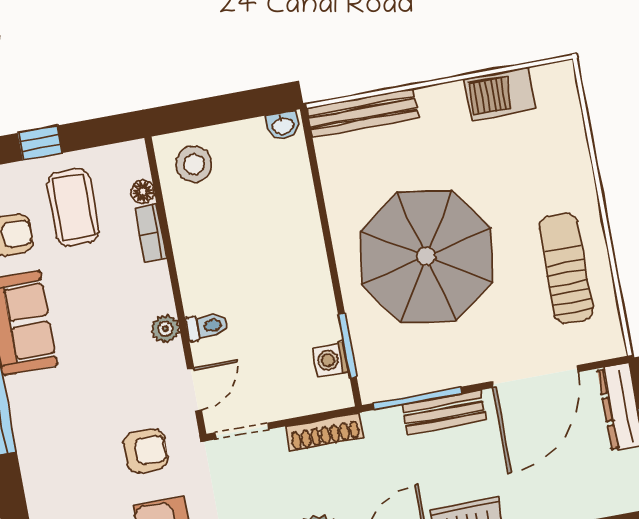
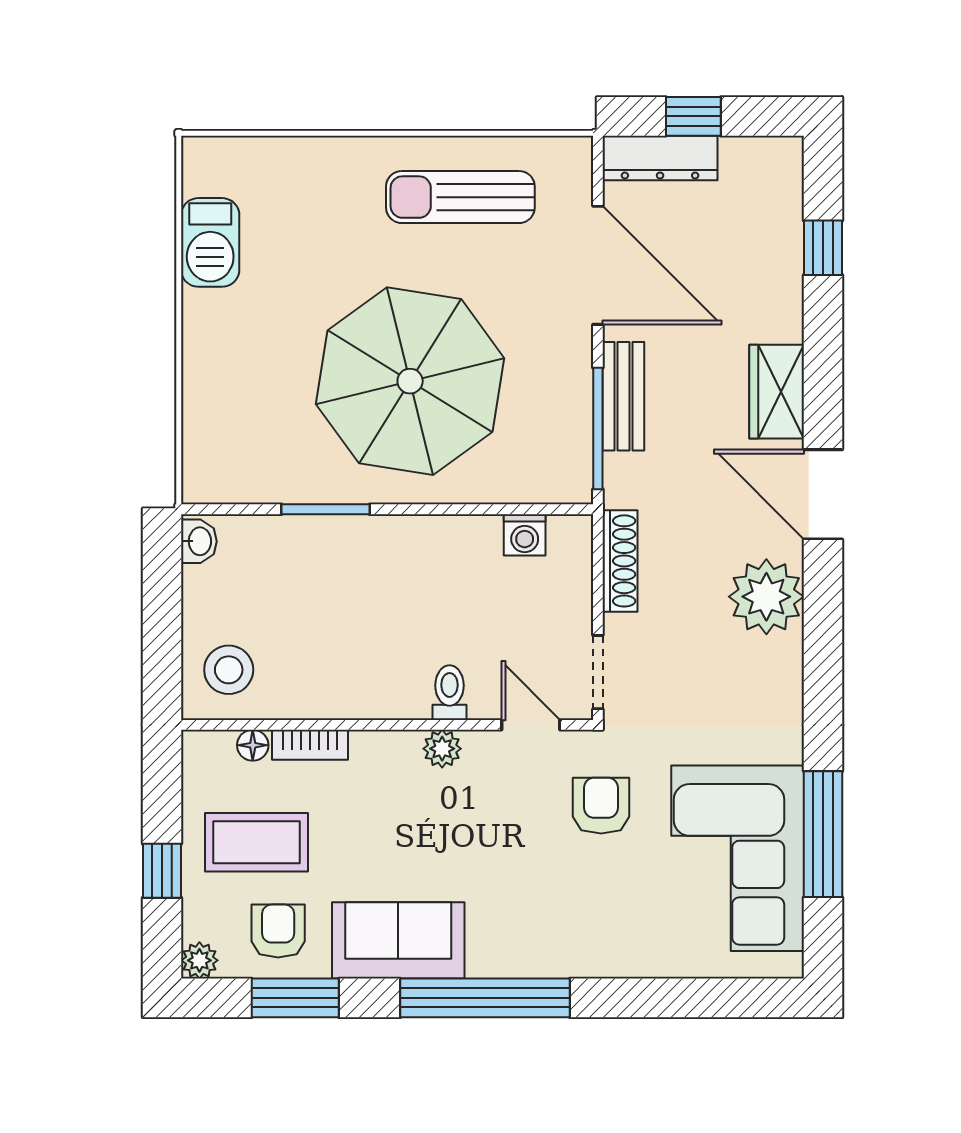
bench: (363, 113) -> (202, 431), removed
window: (347, 346) -> (326, 509), moved

